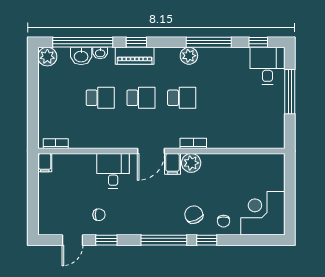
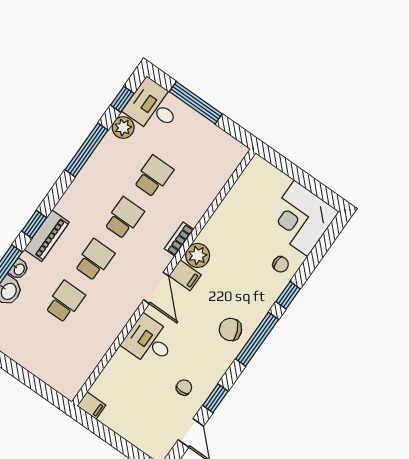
plant: (189, 56) -> (123, 127), moved
school desk: (222, 98) -> (153, 176), added
bookcase: (56, 144) -> (80, 380), removed
chair: (194, 215) -> (230, 329), moved

